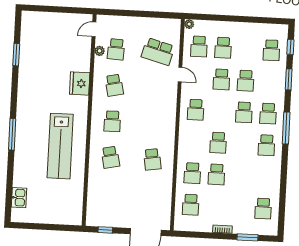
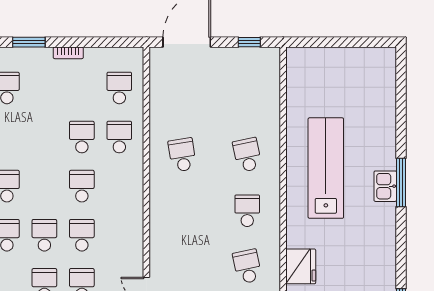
school desk: (196, 110) -> (82, 235), moved
kitchen sink: (19, 198) -> (385, 186), moved

